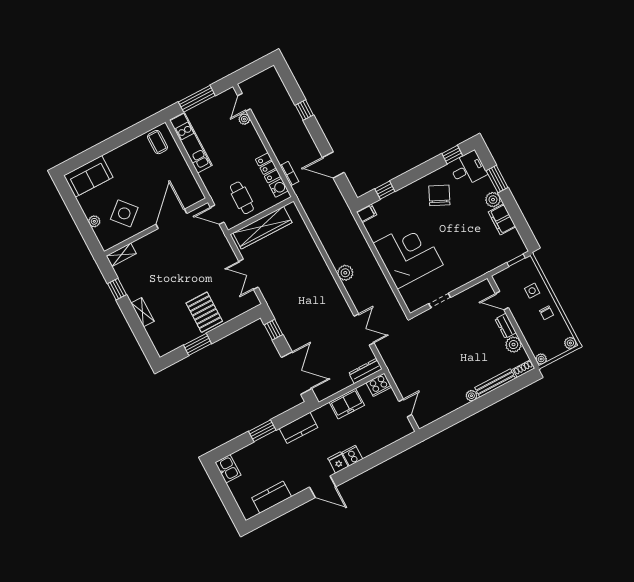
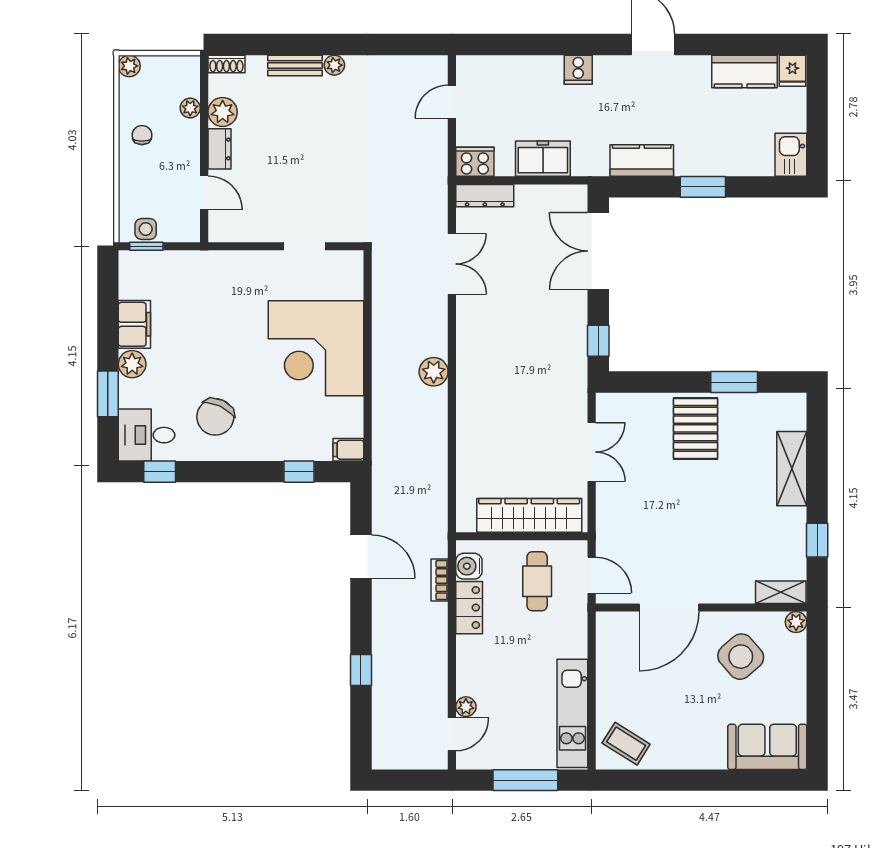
coffee table: (157, 142) -> (626, 744), turned -58
plant: (94, 221) -> (796, 622), moved
side table: (532, 291) -> (146, 229), moved
shelving: (143, 312) -> (792, 469), width x1.50, depth x1.33
double door: (364, 330) -> (452, 264), swing flipped
plant: (541, 359) -> (190, 108), moved
bench: (495, 383) -> (295, 65), width x0.73
fridge: (338, 463) -> (792, 71), moved

